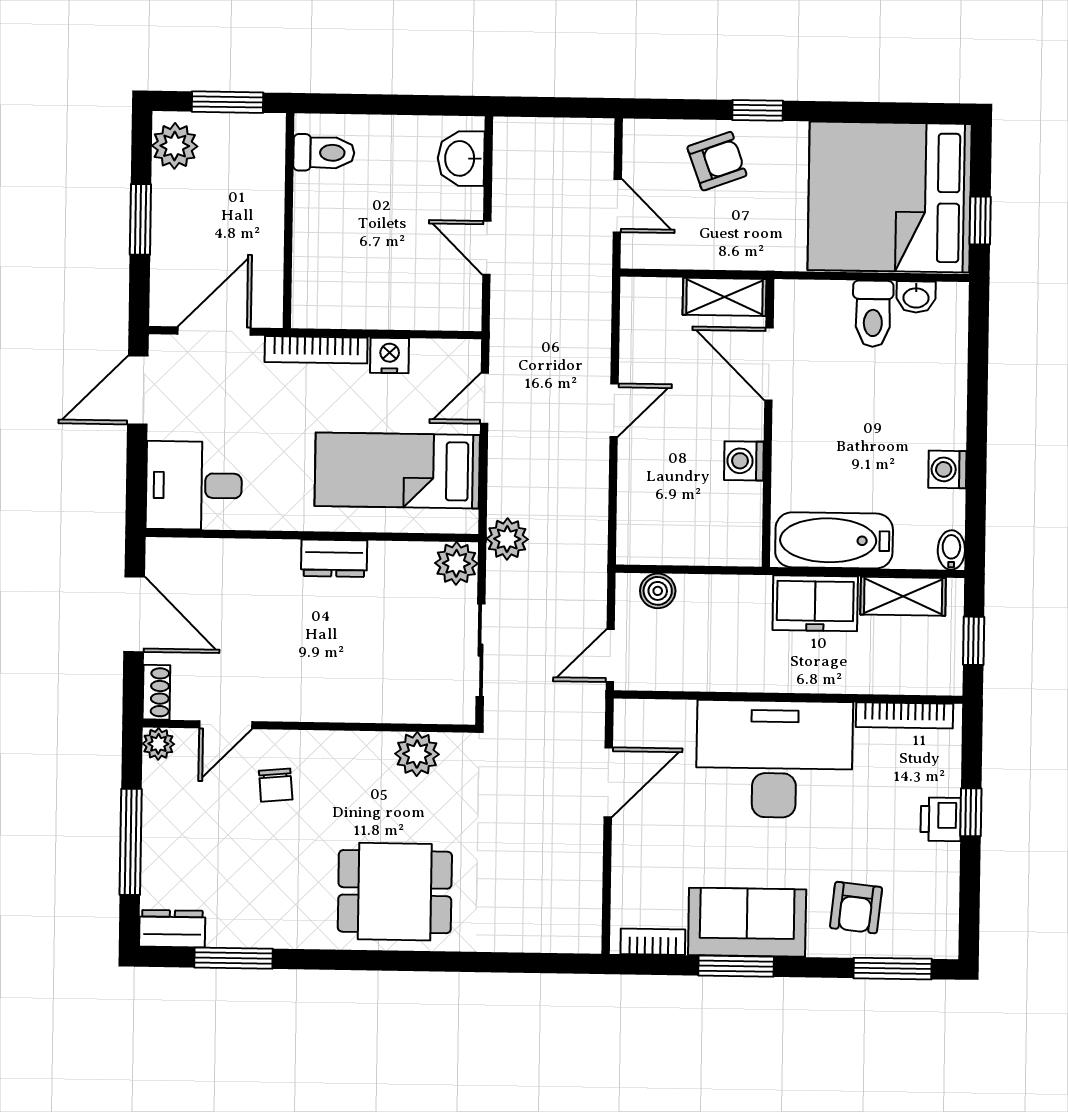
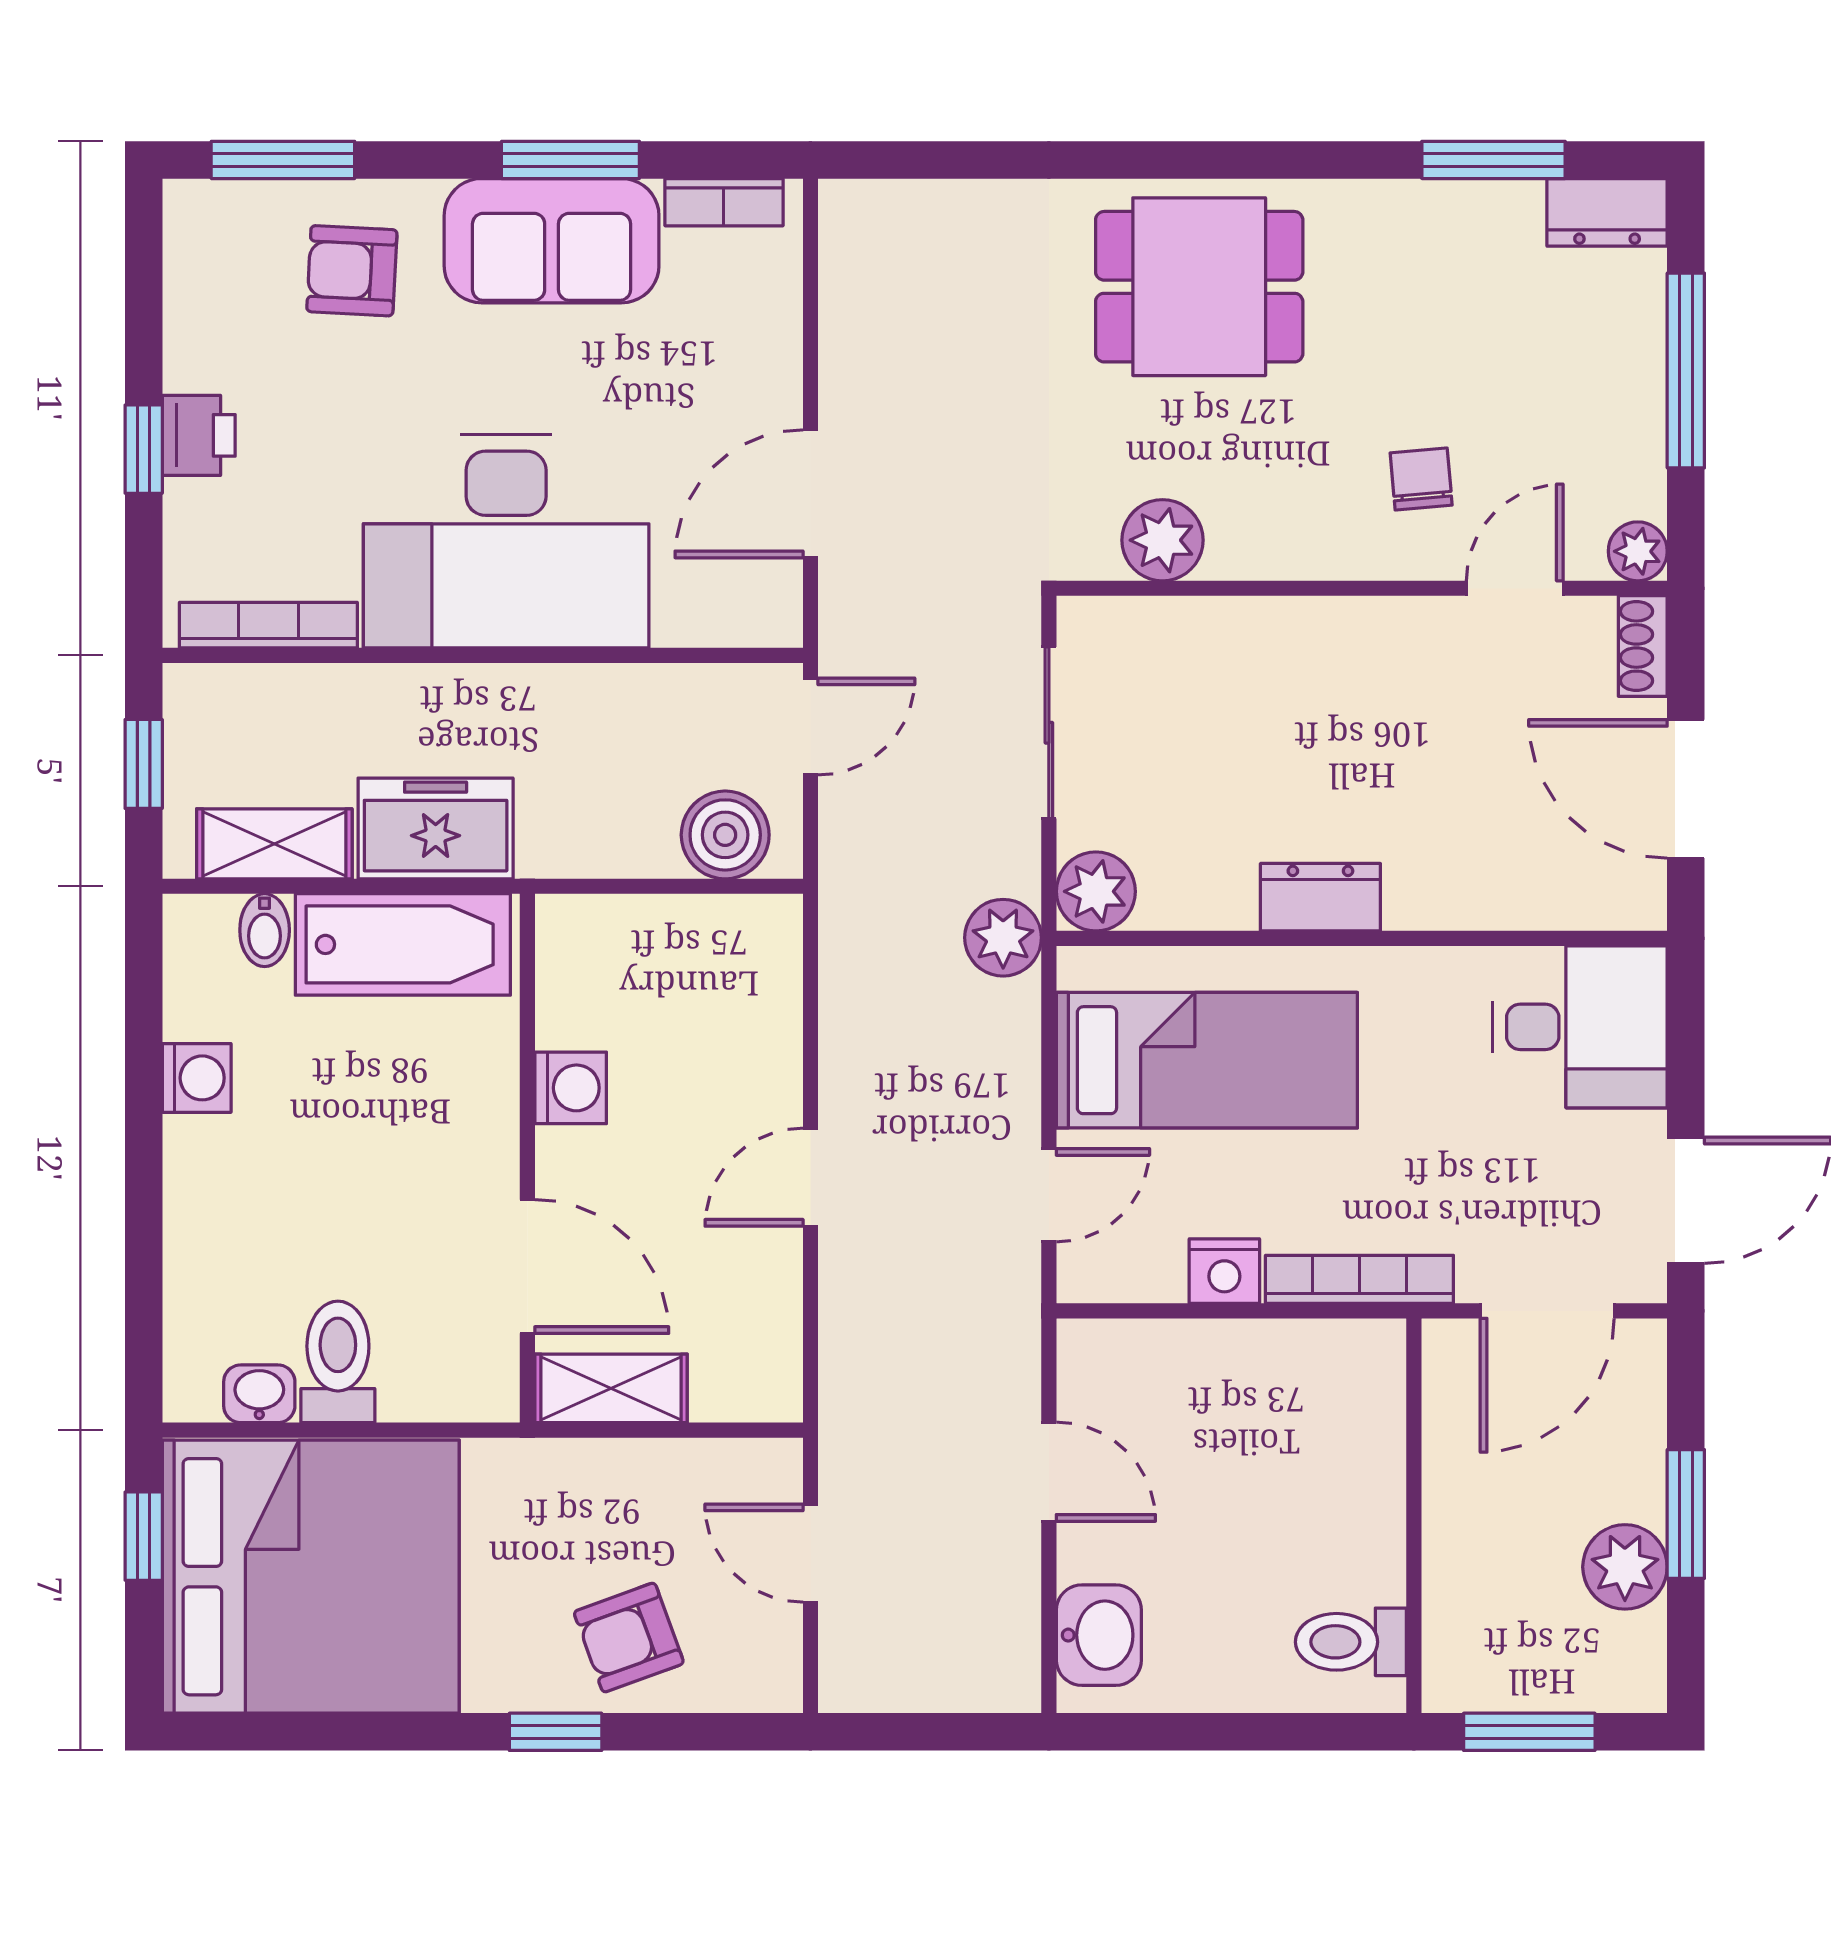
plant: (175, 146) -> (1625, 1567), moved
bidet: (951, 550) -> (265, 930), moved
boiler: (658, 591) -> (725, 835), width x1.36, depth x1.36
armchair: (856, 908) -> (352, 271), turned -93

